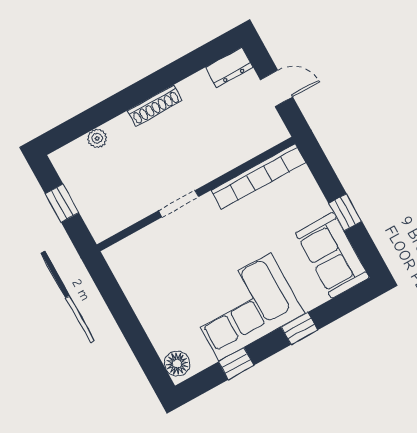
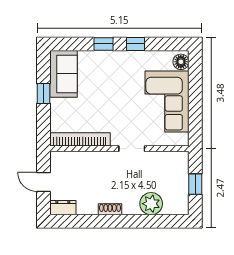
shoe rack: (155, 106) -> (110, 209), width x0.70
plant: (97, 138) -> (151, 204), width x1.88, depth x1.88
corner sofa: (245, 307) -> (167, 102), moved, turned 90
window: (236, 363) -> (136, 44), moved

